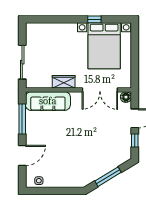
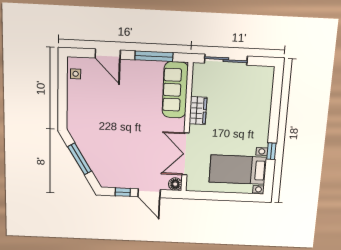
bed with nightstands: (104, 46) -> (238, 170), width x0.73

